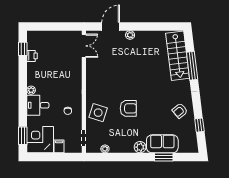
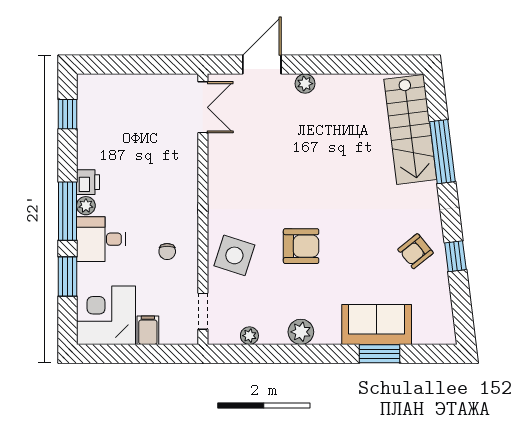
printer: (32, 56) -> (88, 182), moved
window: (23, 93) -> (68, 211), added
window: (199, 125) -> (455, 256), moved
window: (23, 136) -> (68, 277), moved
plant: (140, 147) -> (301, 332), moved

